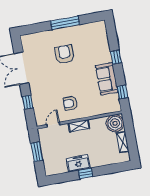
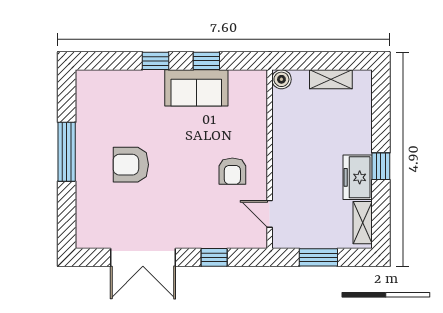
window: (122, 92) -> (206, 61), moved
boiler: (115, 123) -> (281, 79), width x0.54, depth x0.54
shelving: (79, 126) -> (363, 223), moved

